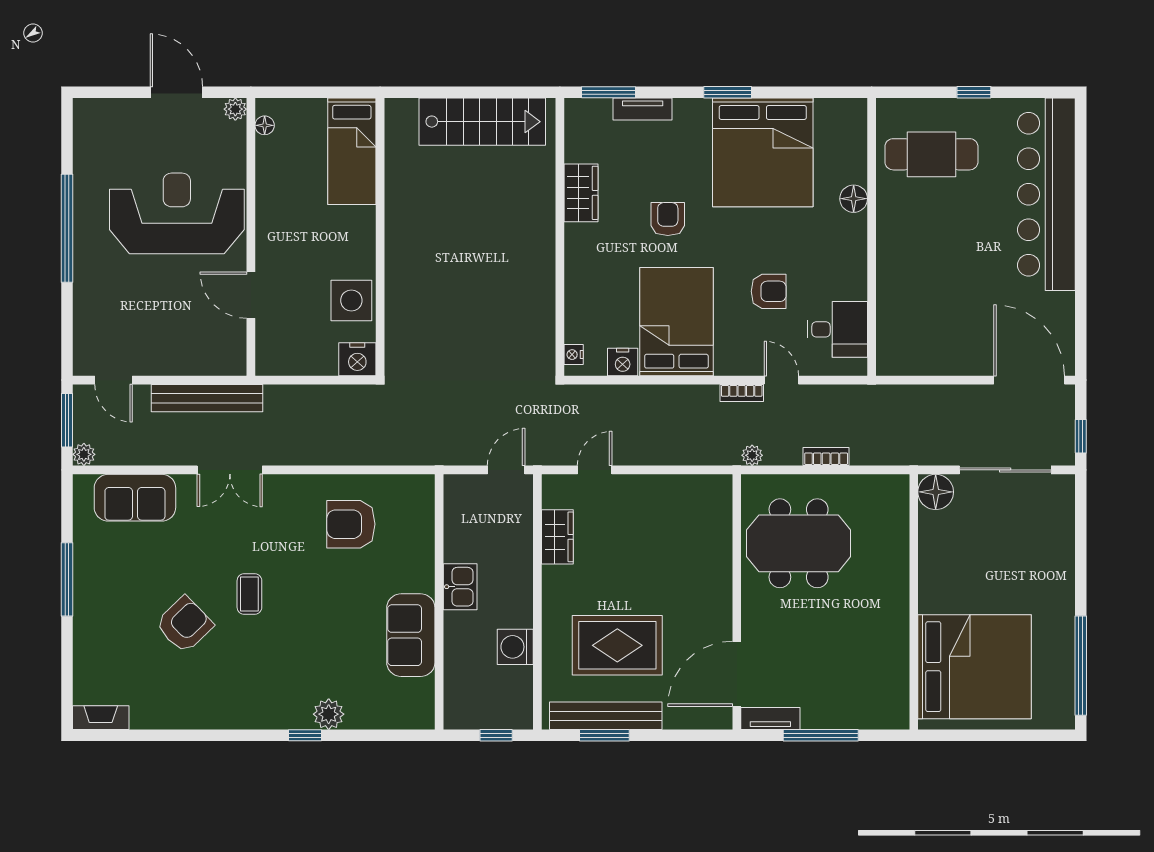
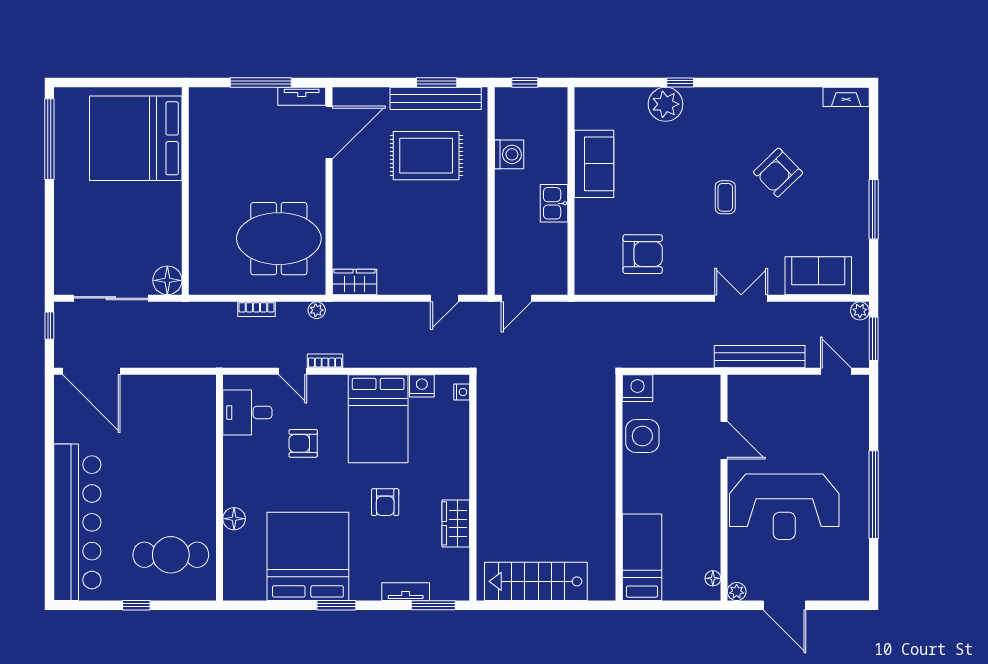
wardrobe: (557, 537) -> (355, 282), moved, turned 90
plant: (329, 714) -> (665, 104), width x1.36, depth x1.36

